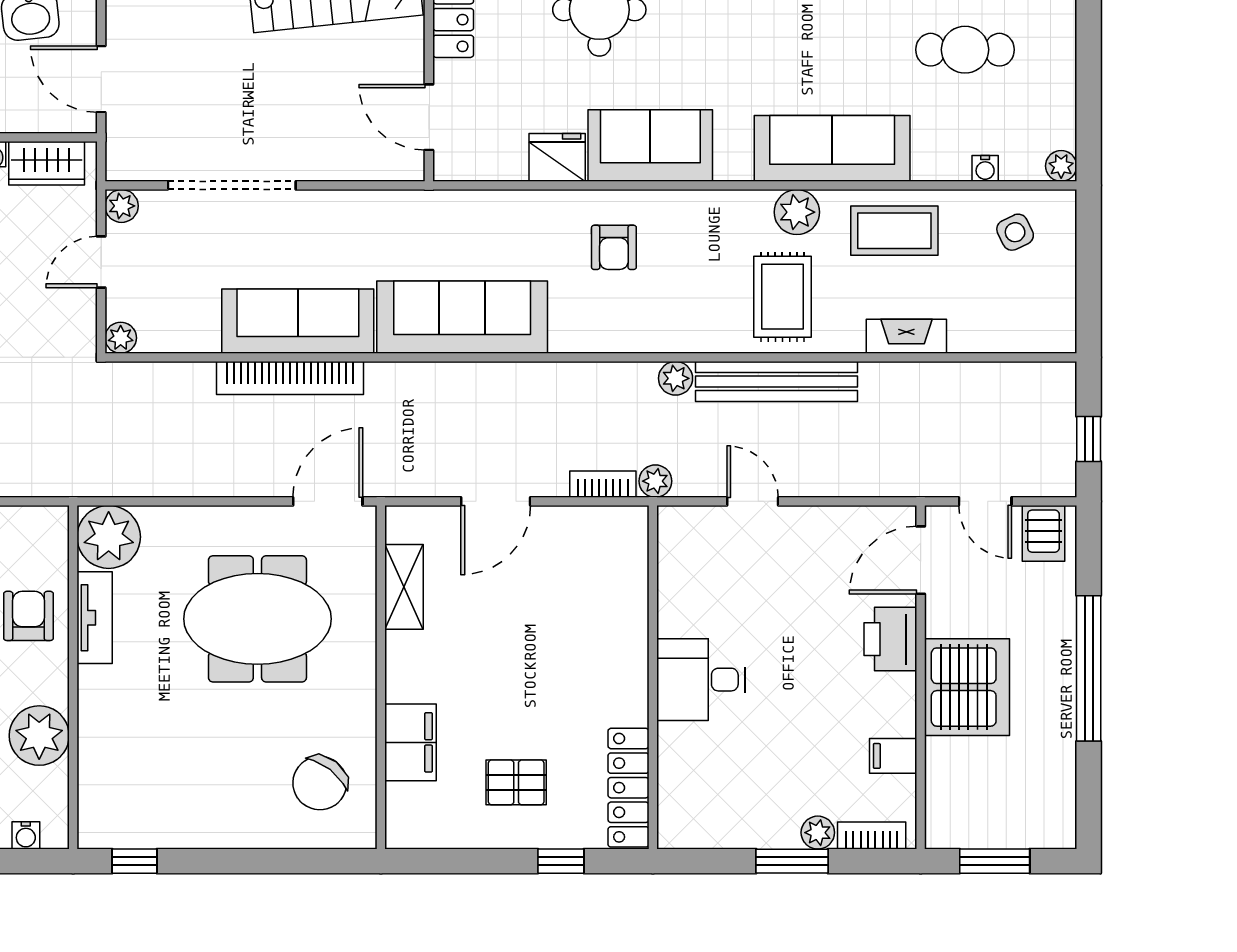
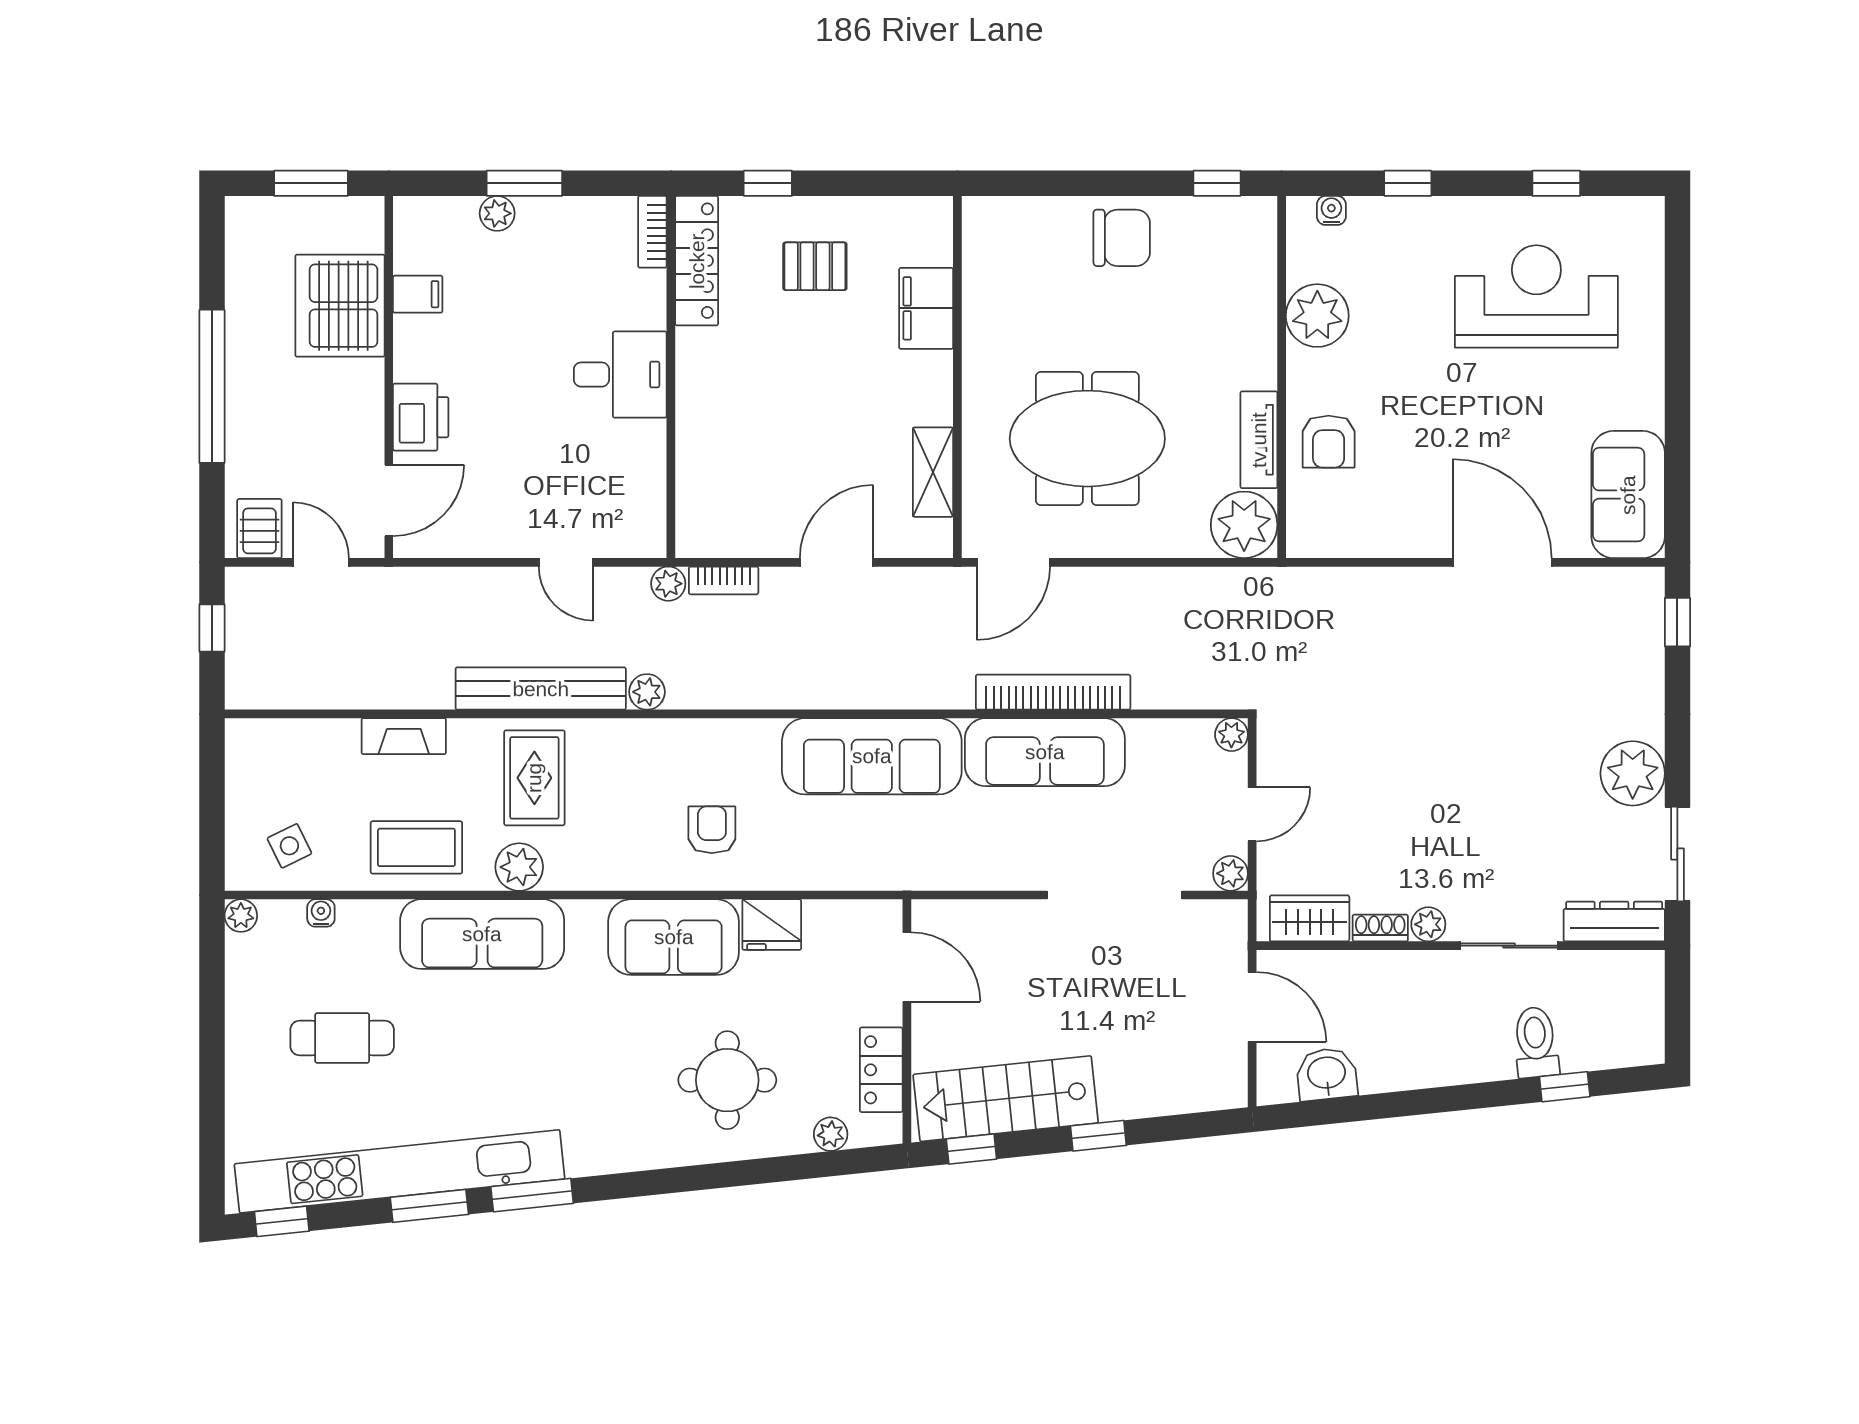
server rack: (967, 687) -> (340, 306), moved
chair: (320, 783) -> (1122, 238), moved, turned 52
bookcase: (872, 836) -> (652, 232), moved, turned 90

